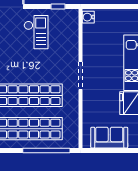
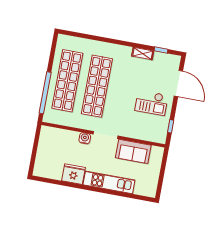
water cooler: (88, 17) -> (85, 138), moved
sofa: (109, 138) -> (133, 151), moved, turned 90

